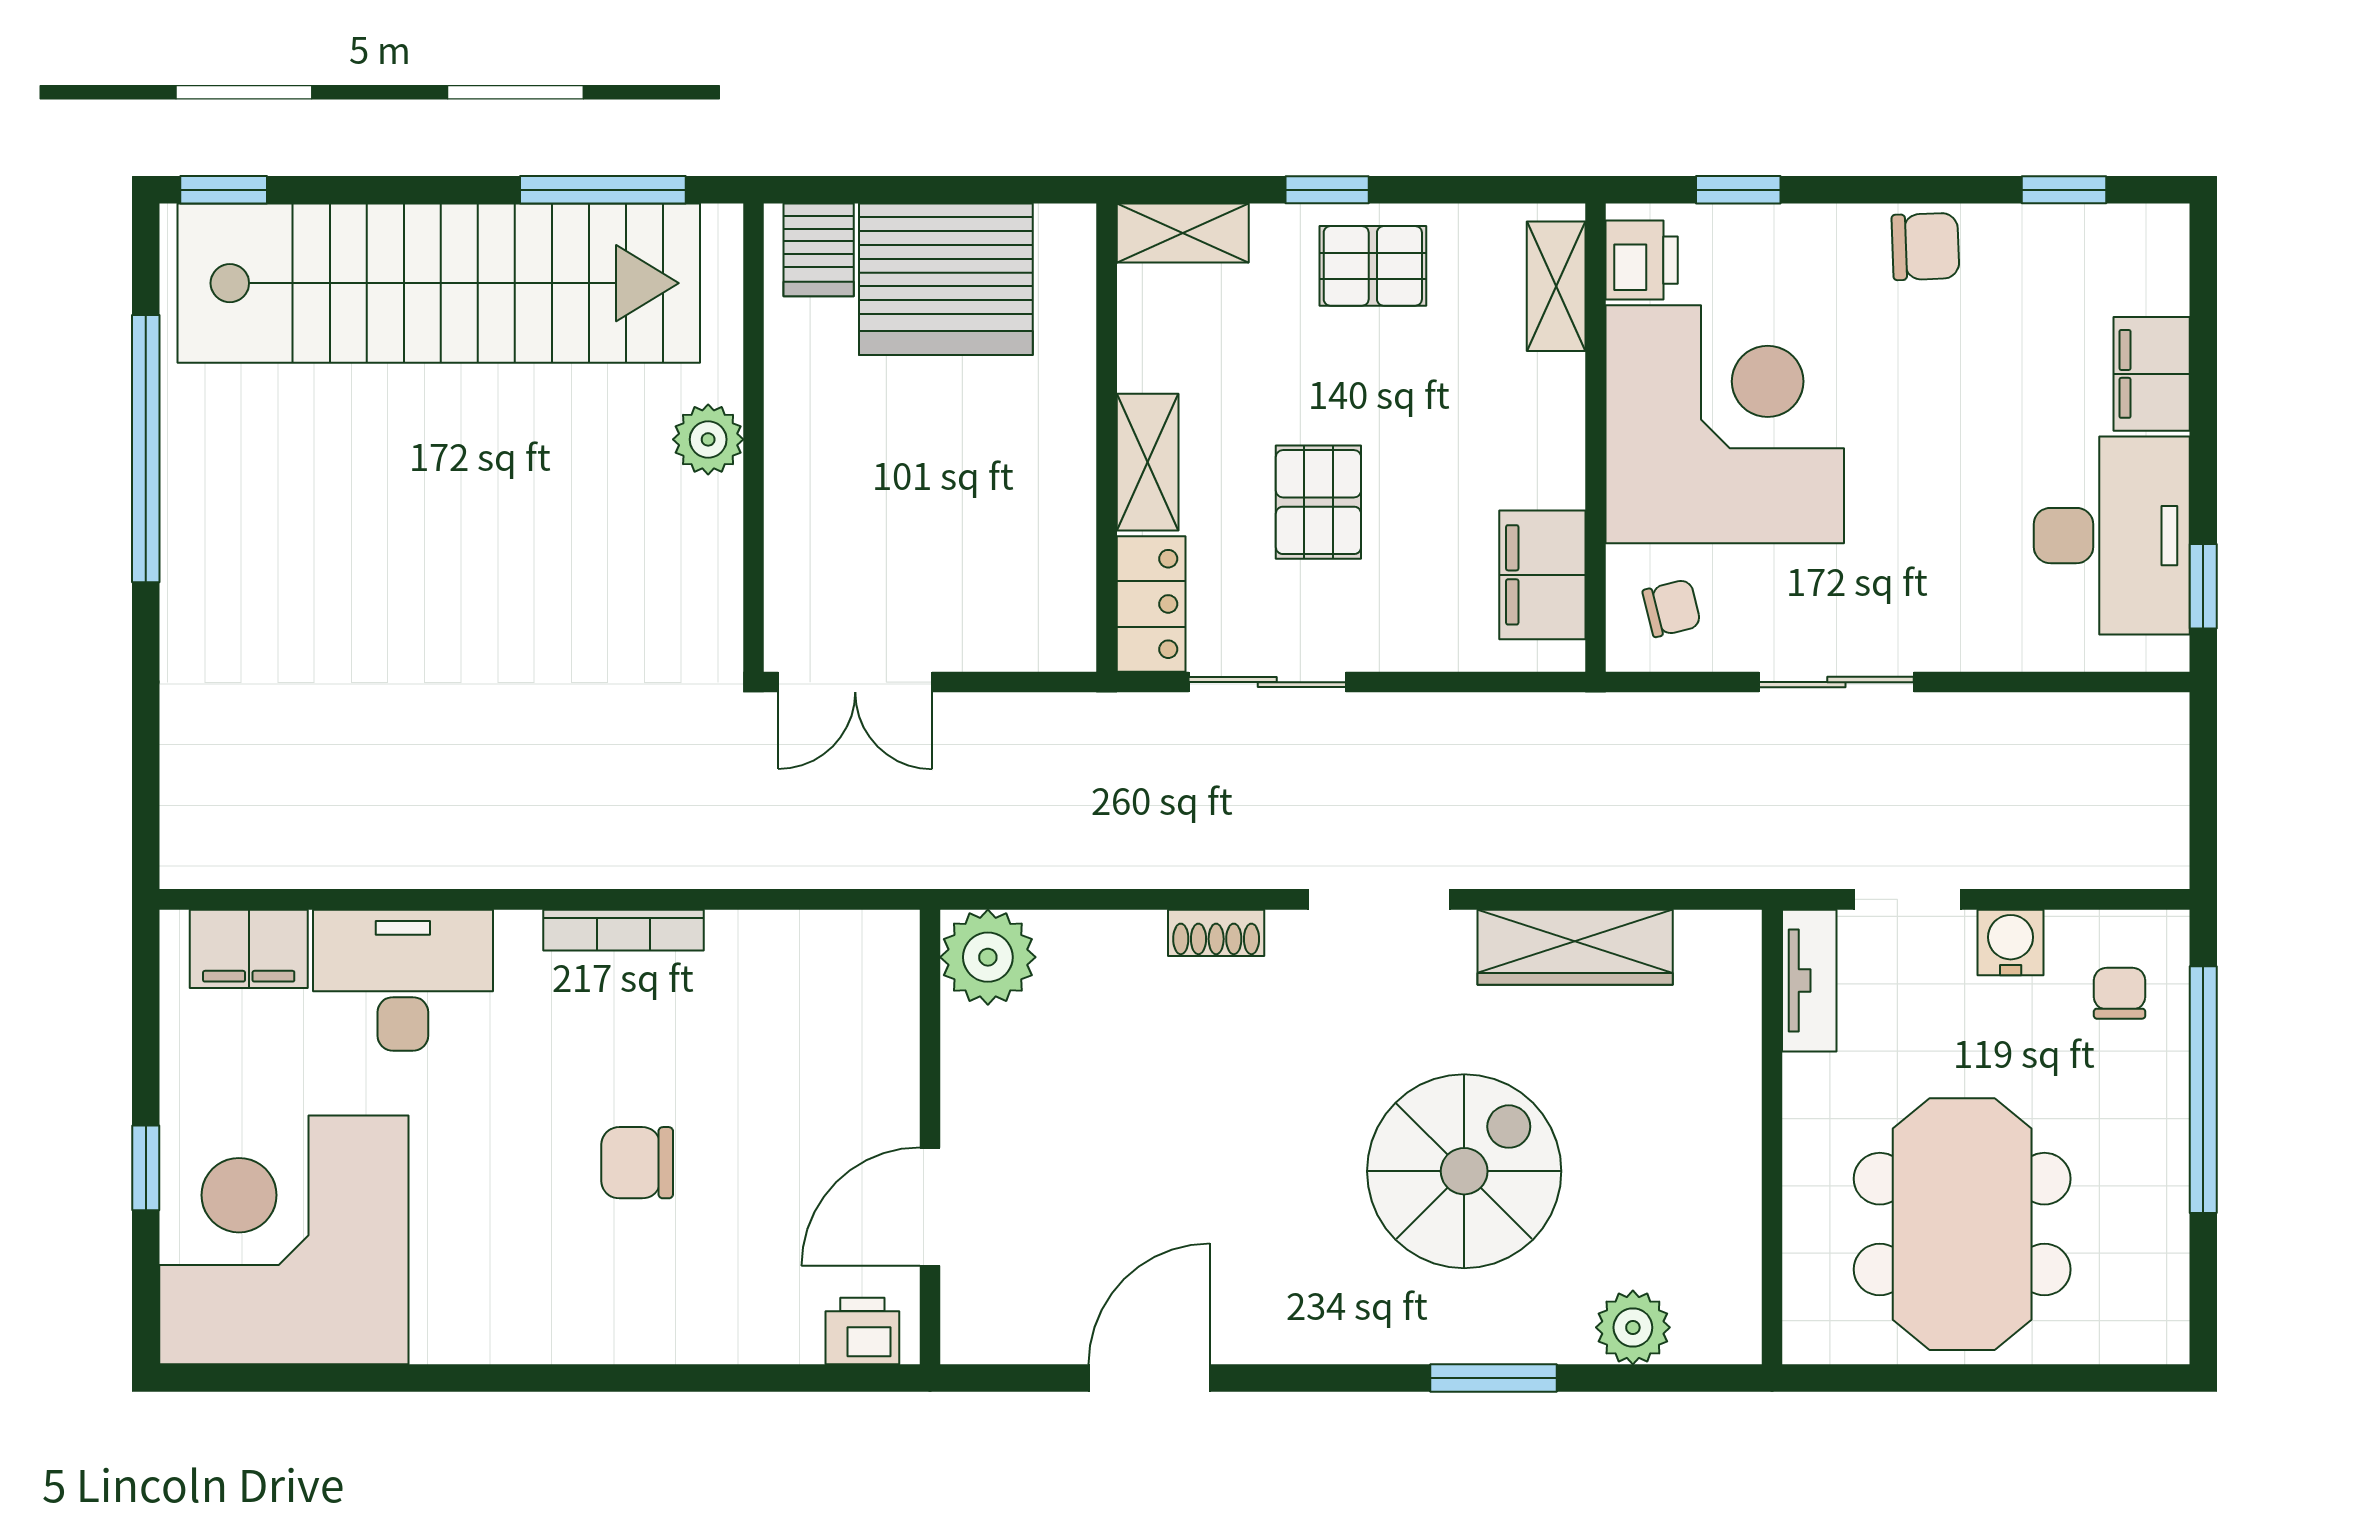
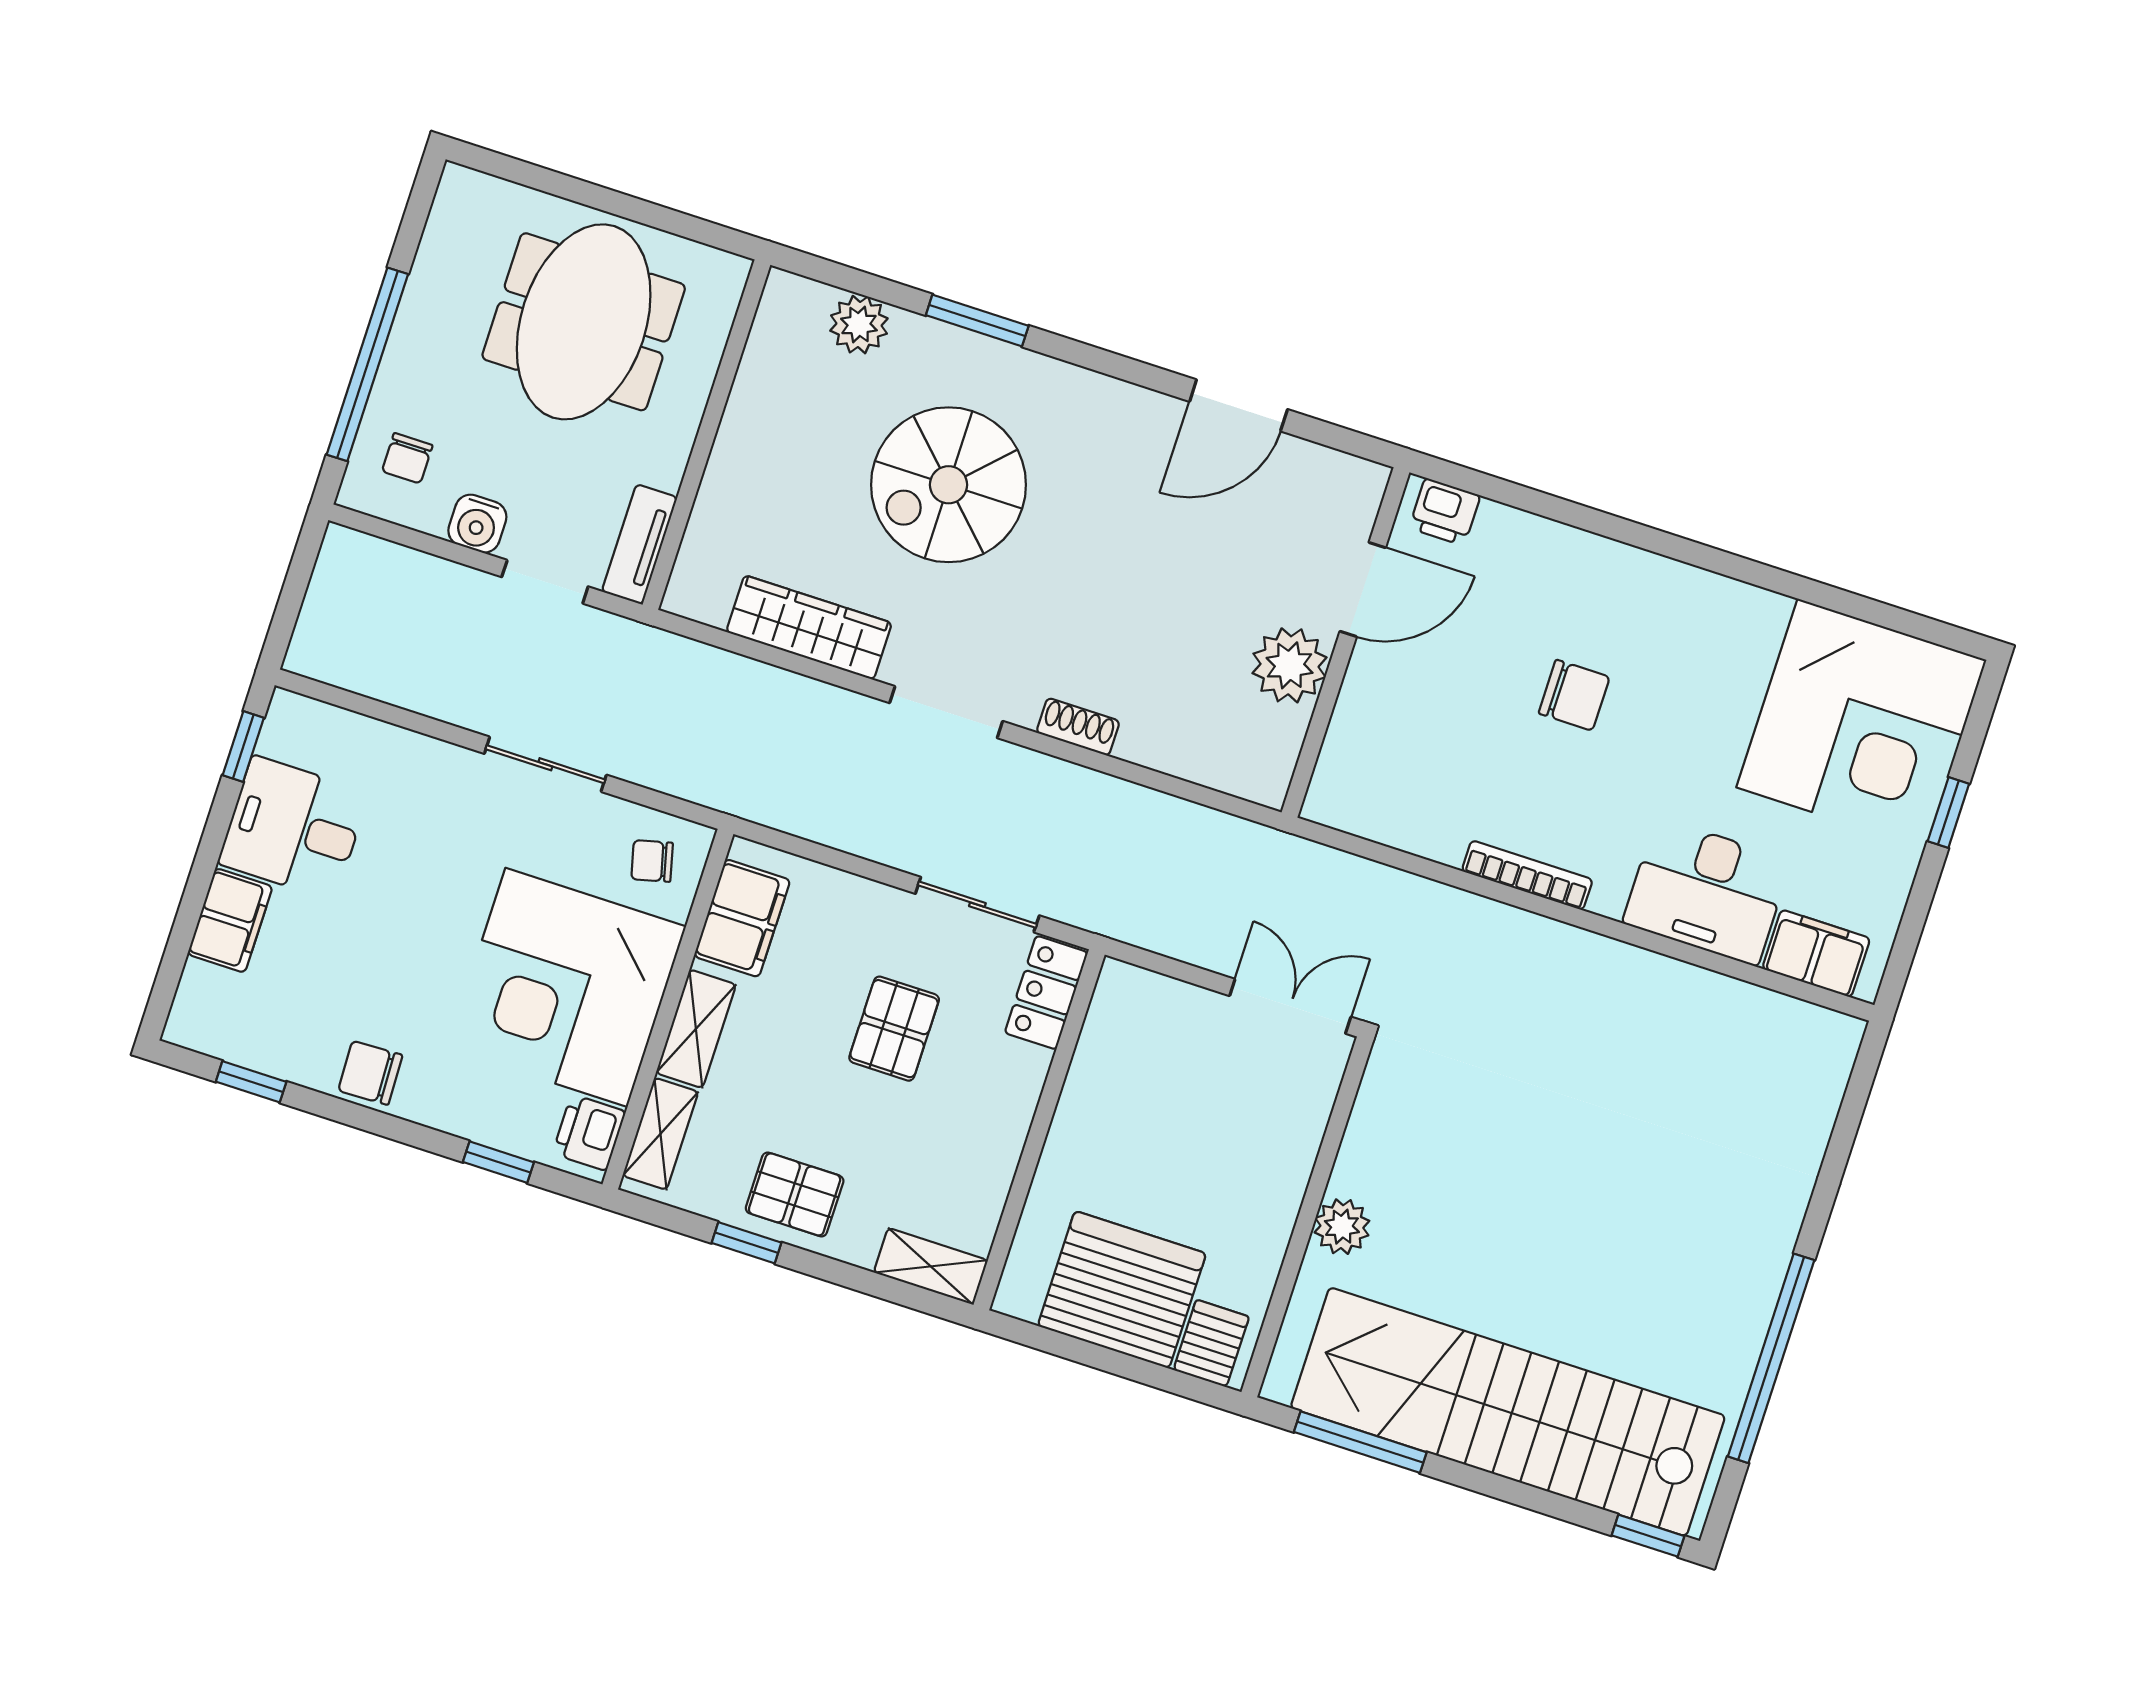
window: (1327, 190) -> (746, 1243), moved
shelving: (1148, 462) -> (696, 1029), moved
desk: (2112, 536) -> (294, 828), width x0.73
plant: (988, 957) -> (1290, 665), moved

